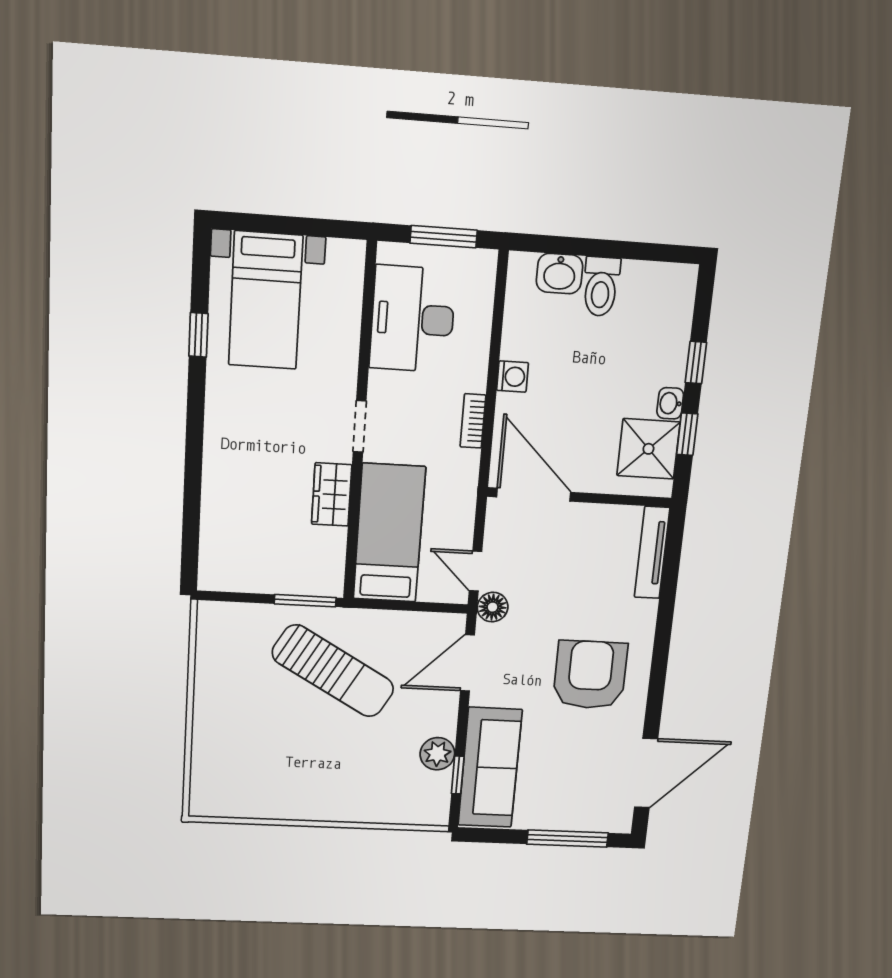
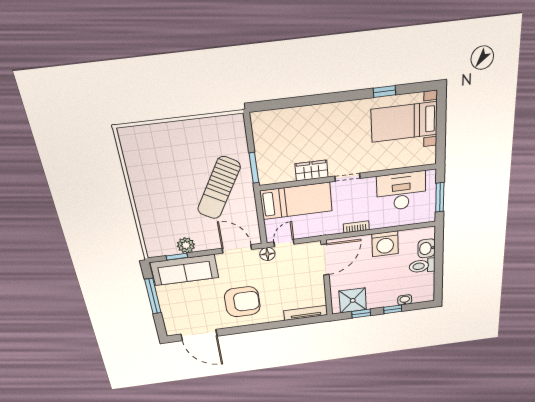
washing machine: (513, 377) -> (385, 244), width x1.89, depth x1.89
washbasin: (670, 403) -> (405, 300), moved
window: (568, 839) -> (153, 296), moved

